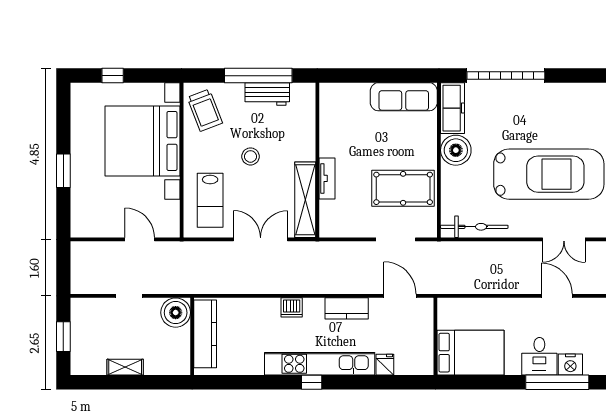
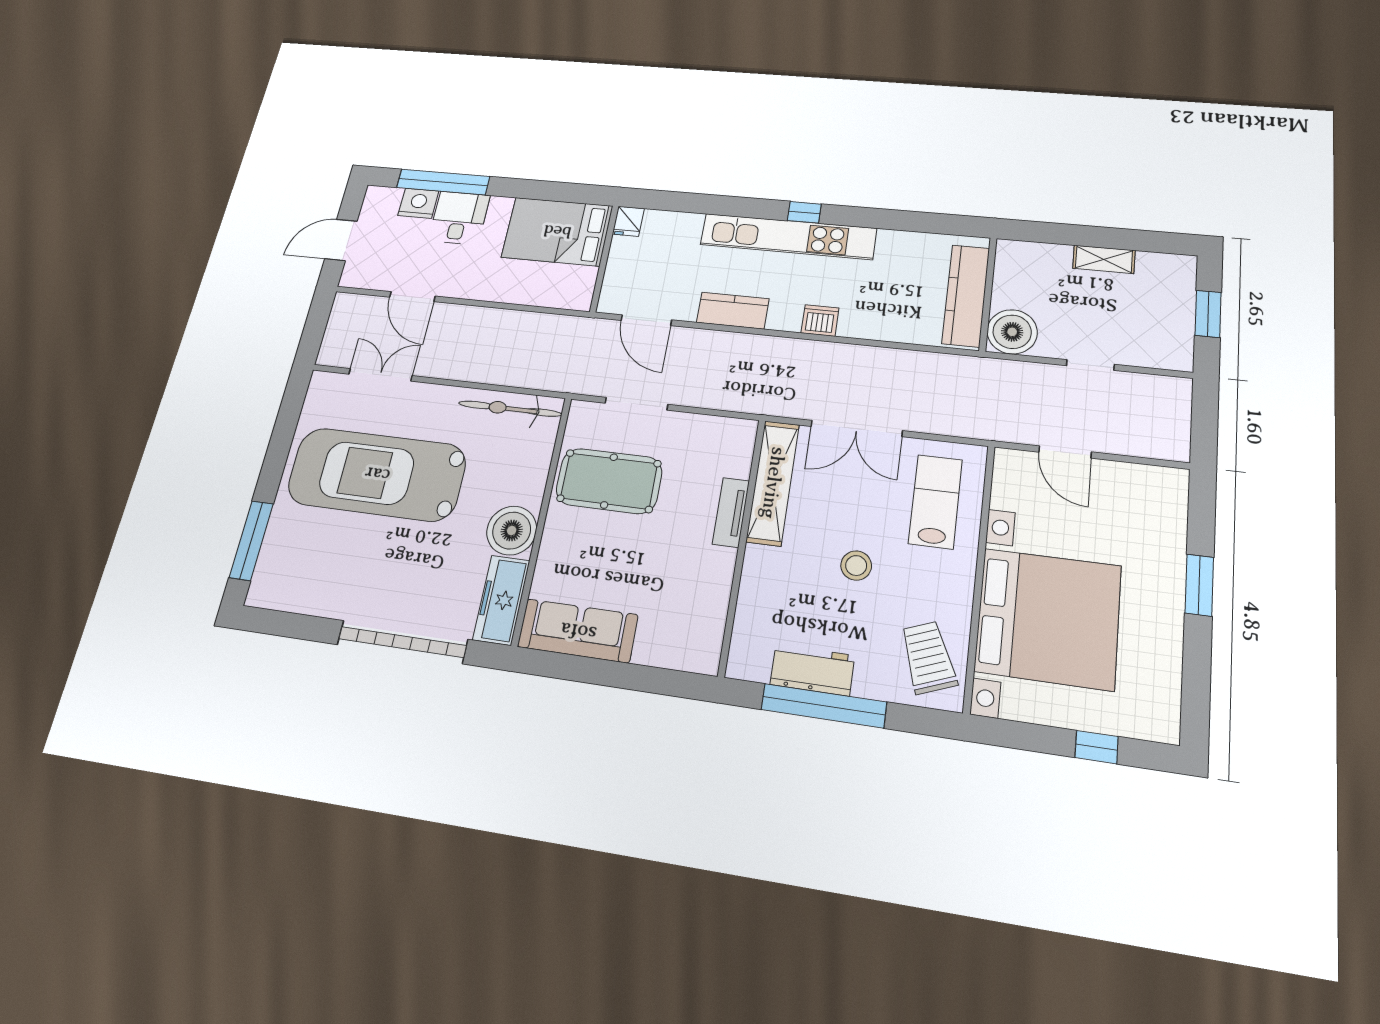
fridge: (385, 365) -> (628, 221), moved

